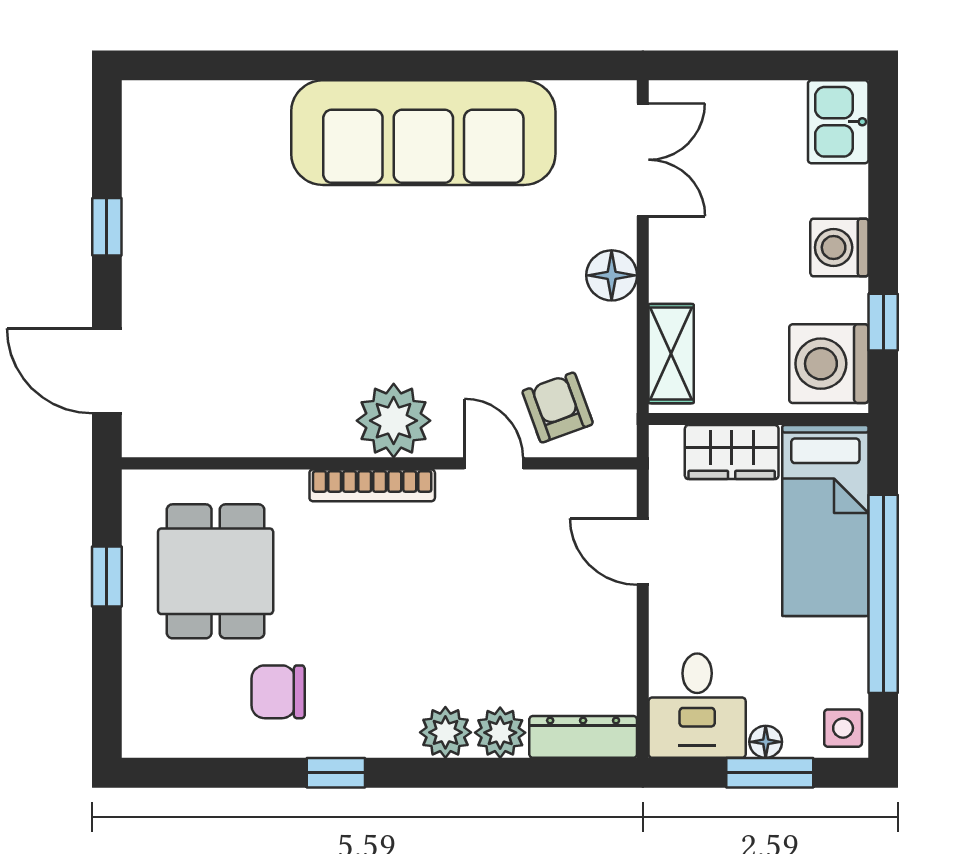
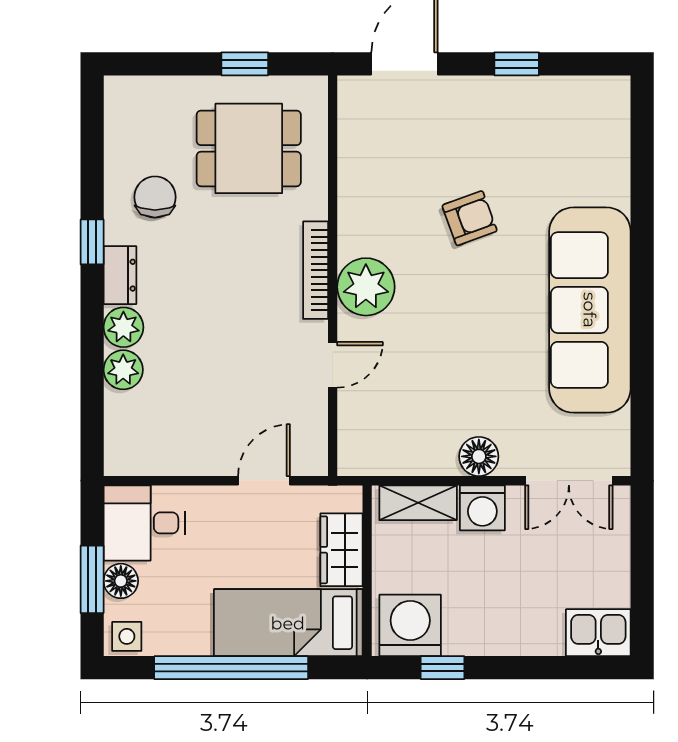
washing machine: (839, 247) -> (482, 508), moved, turned 180
armchair: (558, 408) -> (470, 218), moved
dresser: (583, 737) -> (120, 275), moved, width x0.70
floor lamp: (766, 742) -> (121, 581), width x1.37, depth x1.37

